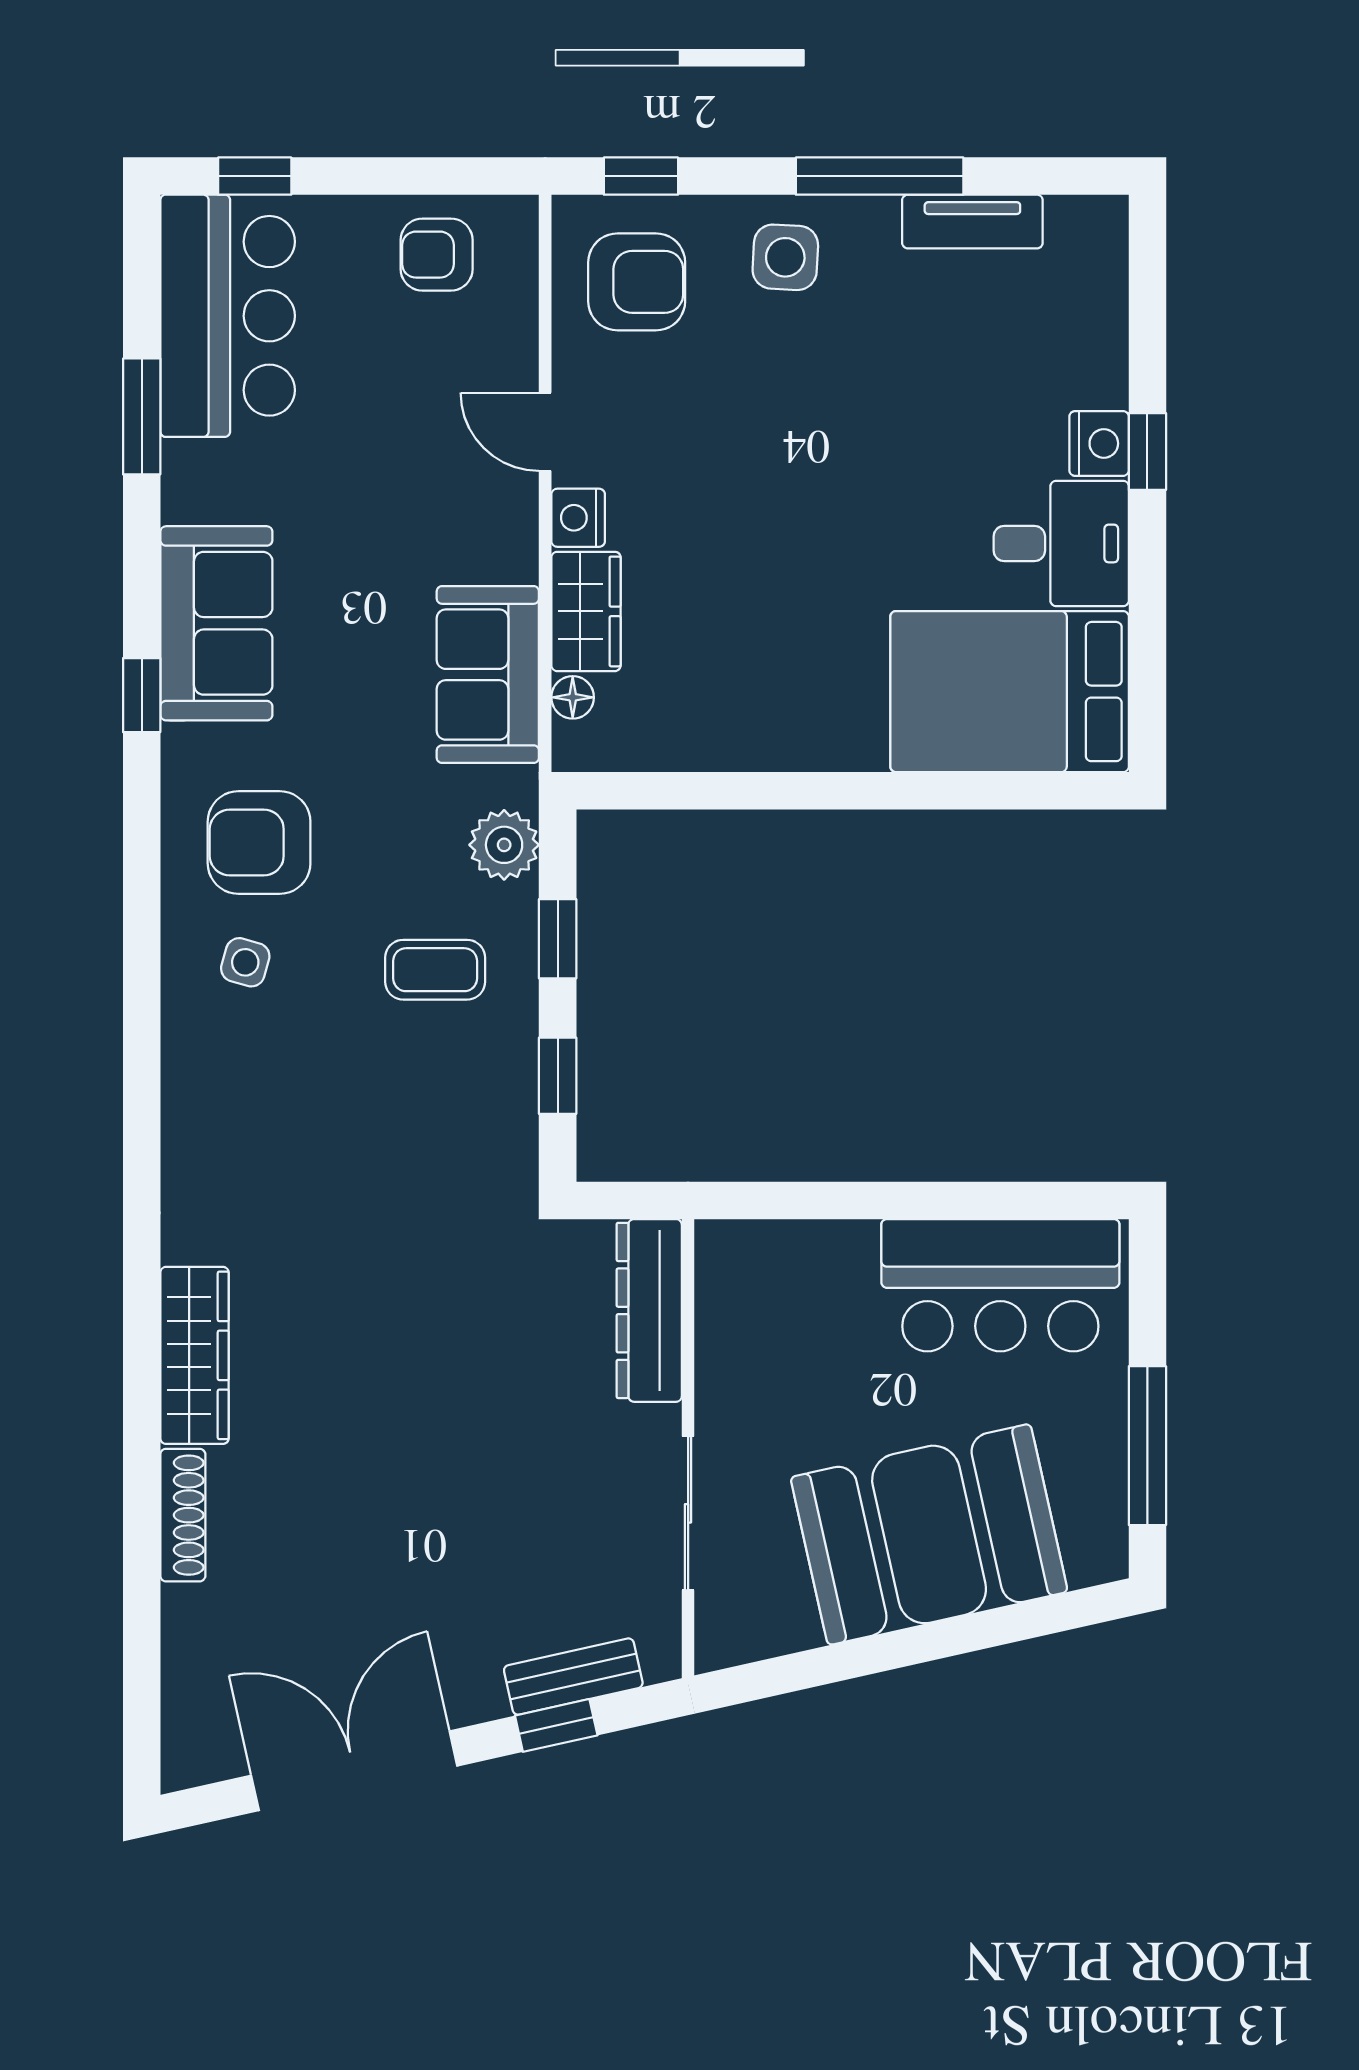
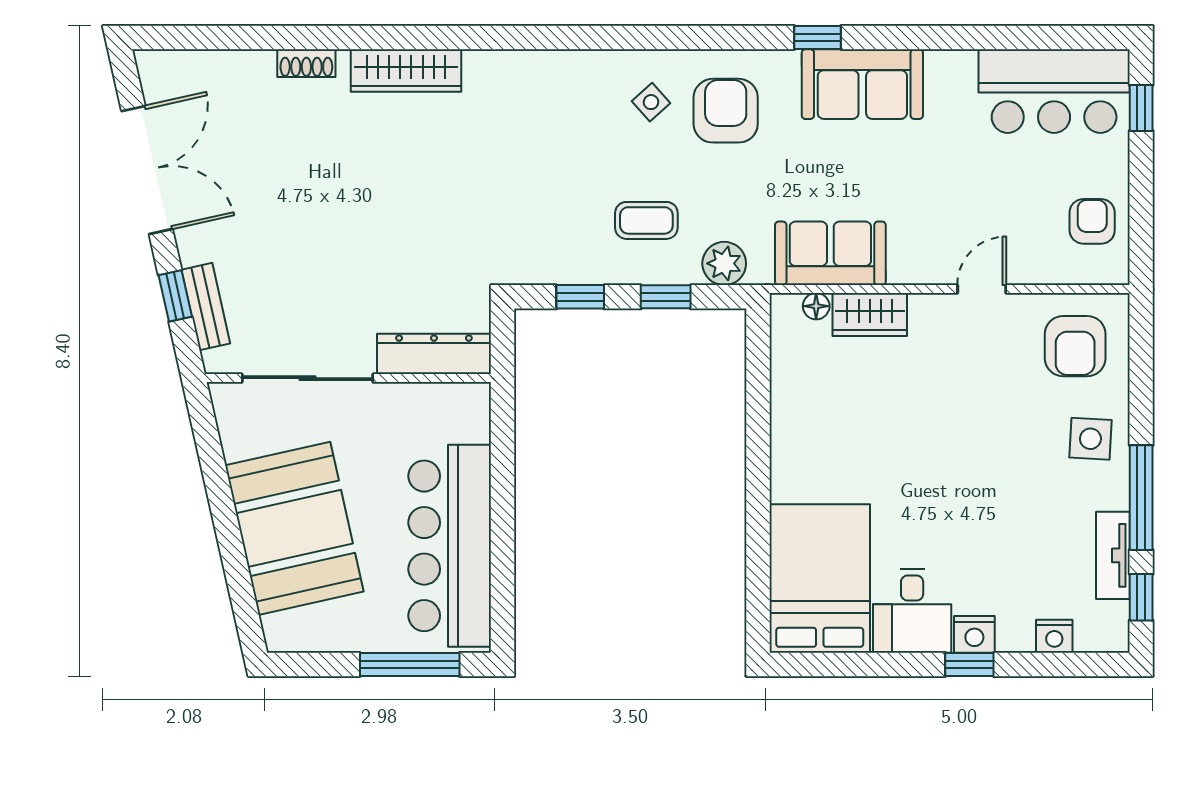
window: (641, 176) -> (1141, 597), moved
window: (142, 416) -> (991, 38), removed
nightstand: (578, 518) -> (1054, 636), moved, turned 180
side table: (245, 962) -> (651, 102), turned 32
coffee table: (435, 970) -> (646, 220), turned 90
bar counter: (1000, 1285) -> (450, 546), width x1.36
window: (1147, 1446) -> (410, 664), moved
sliding door: (688, 1513) -> (307, 378), width x1.37
shoe rack: (183, 1515) -> (306, 63), width x0.70

